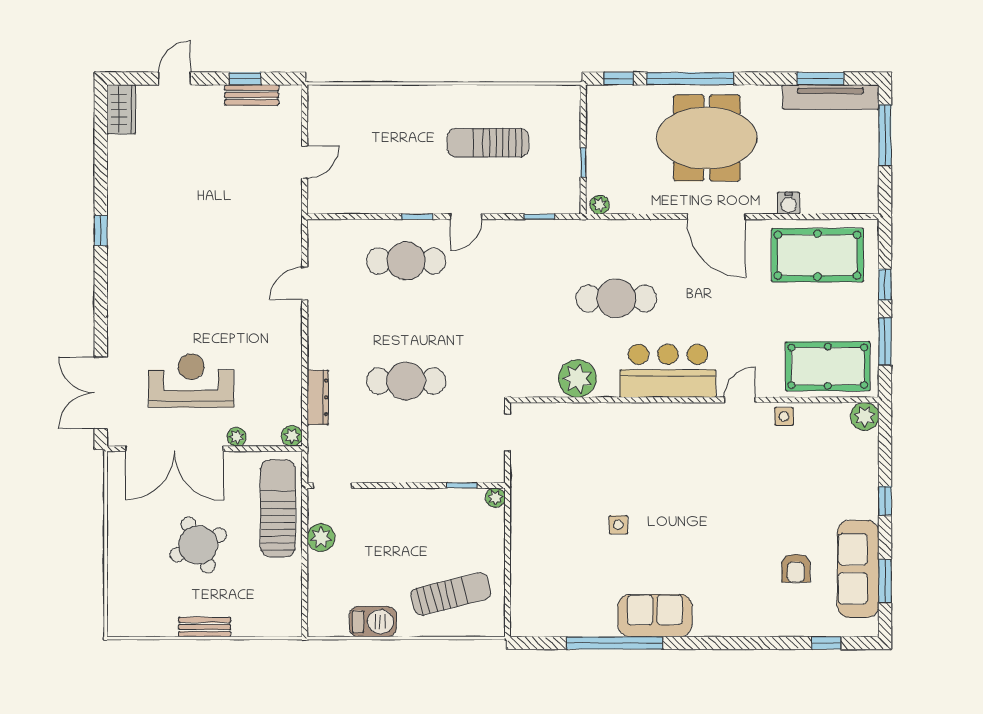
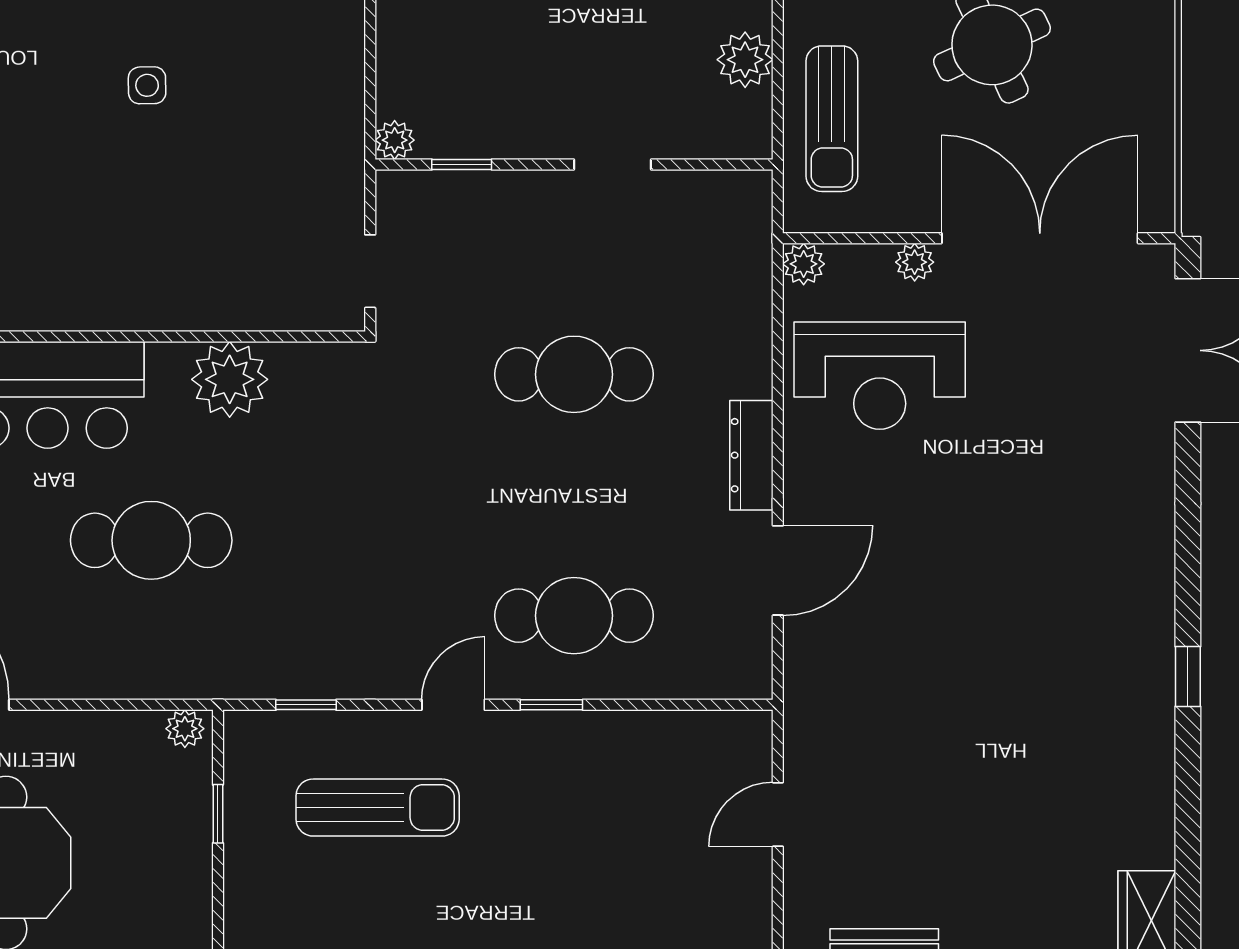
sun lounger: (488, 143) -> (378, 808), moved
door: (305, 283) -> (778, 570), width x1.38
reception desk: (191, 381) -> (880, 376), moved
dresser: (318, 397) -> (751, 455), moved
doorway: (332, 485) -> (612, 165), moved
sun lounger: (278, 508) -> (832, 119), width x0.73, depth x0.75

